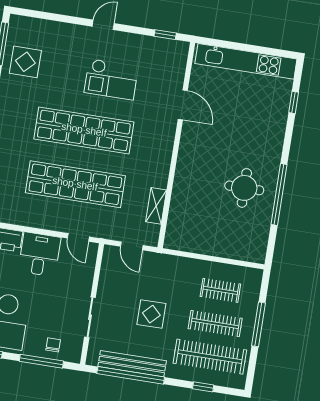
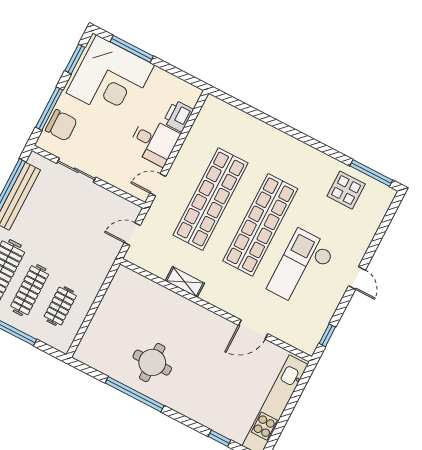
checkout: (111, 79) -> (301, 268), width x1.36, depth x1.21
shelving: (156, 206) -> (185, 282), moved
display table: (151, 314) -> (60, 231), removed
chair: (53, 345) -> (61, 125), width x1.87, depth x1.87

